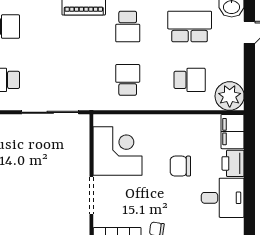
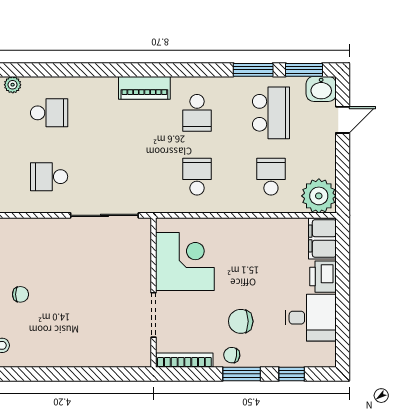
school desk: (190, 27) -> (271, 113), turned 90
school desk: (190, 80) -> (271, 177), turned -90
chair: (180, 166) -> (241, 321), moved

